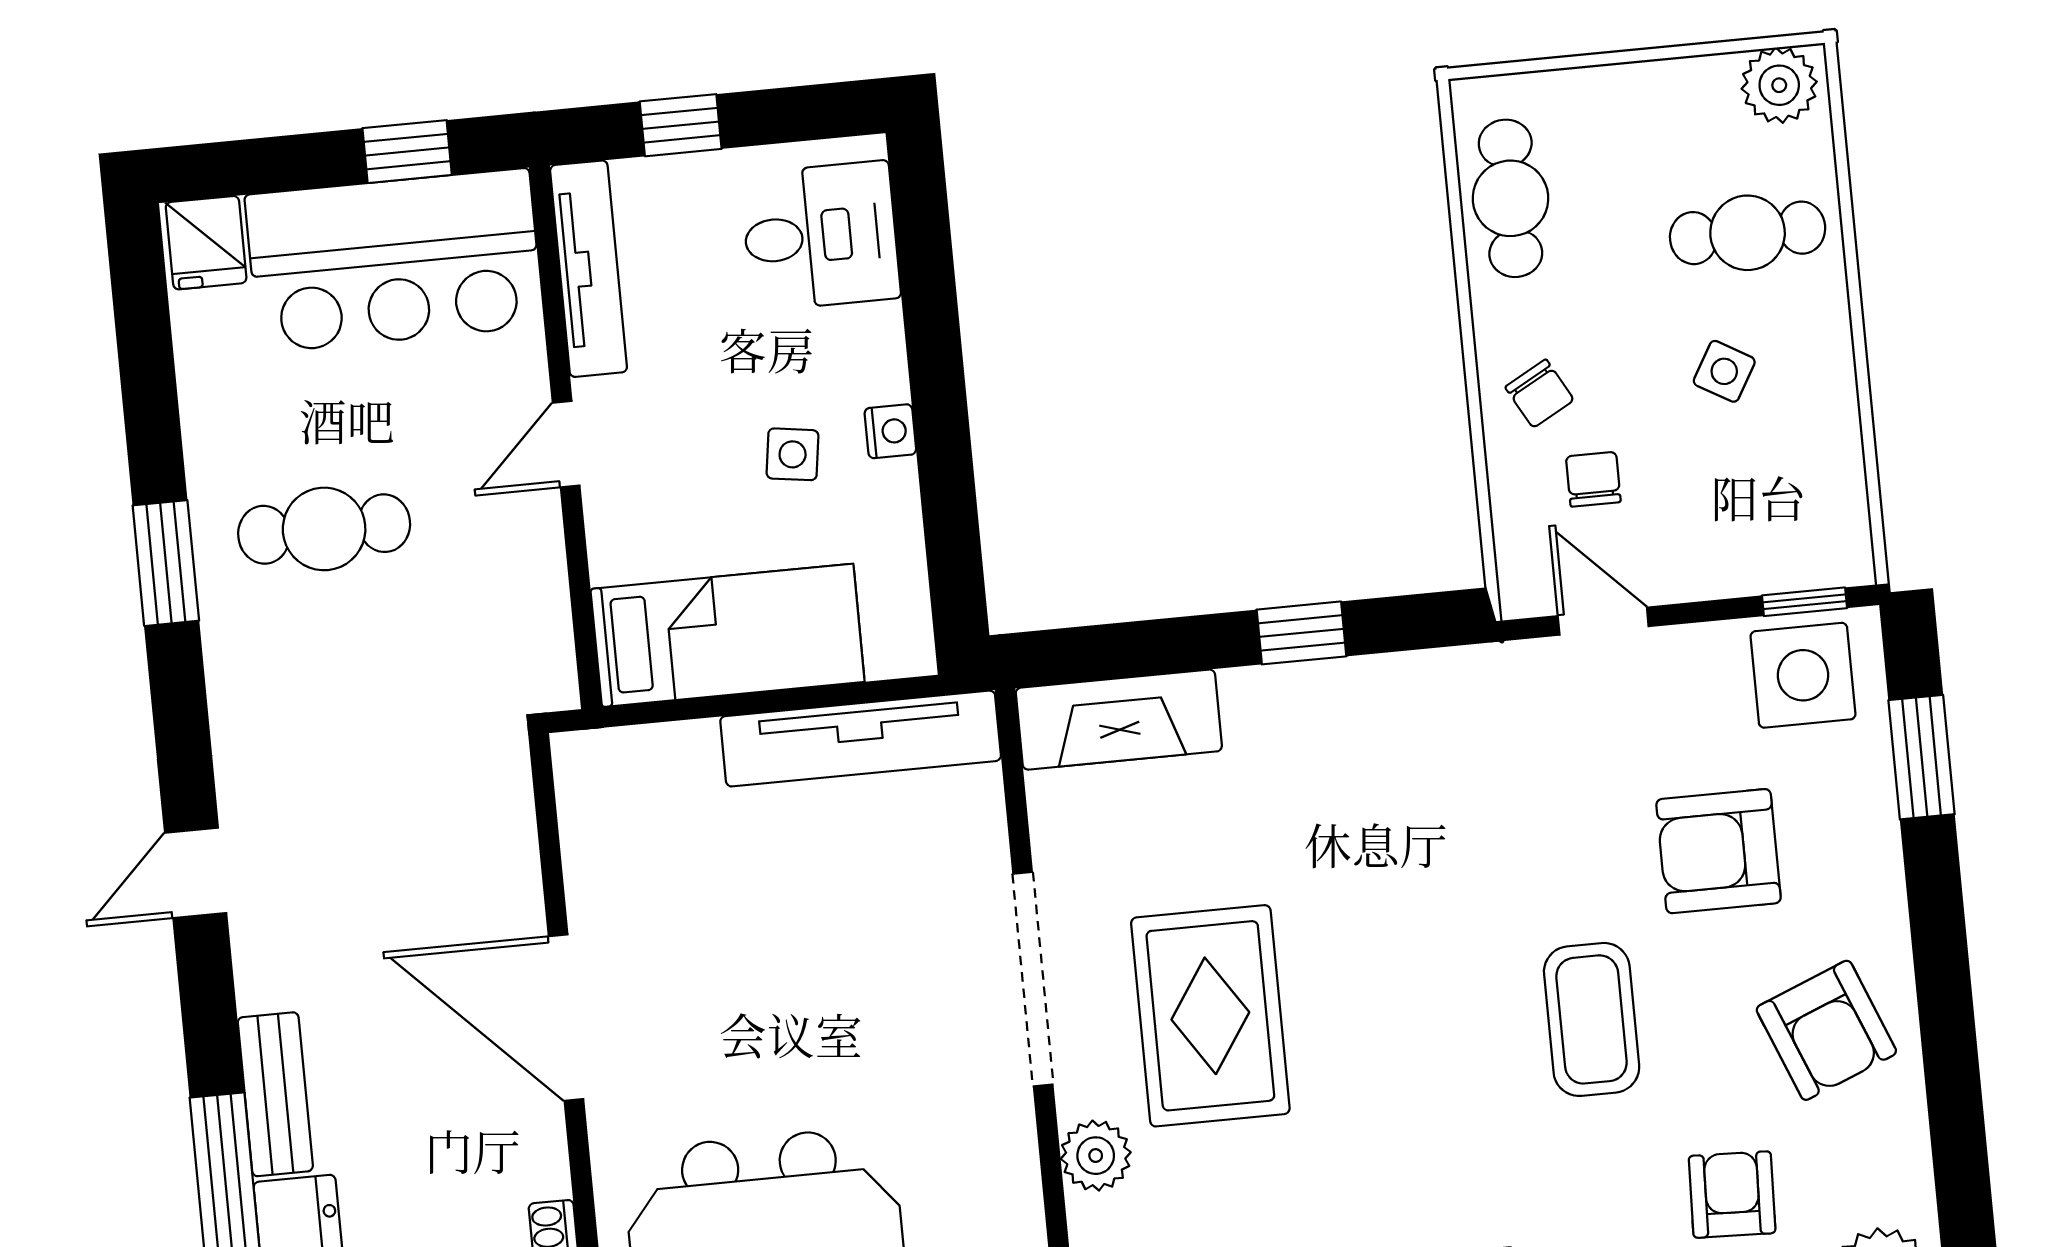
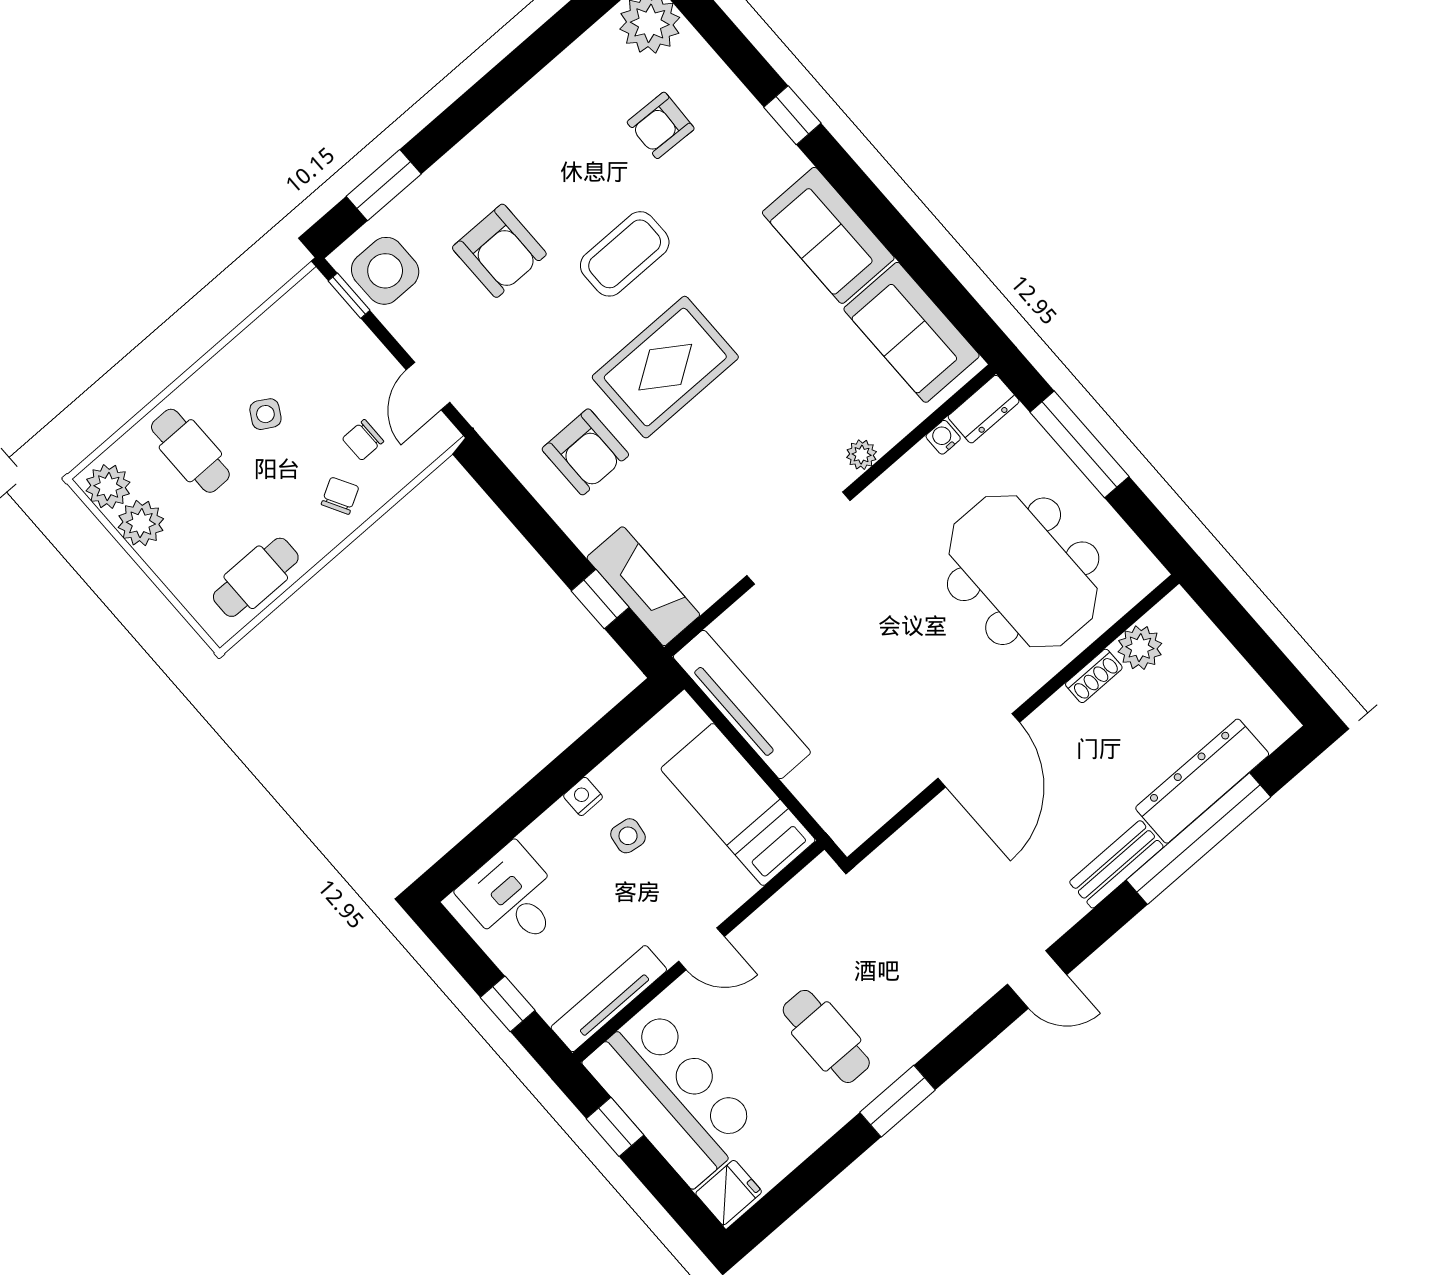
plant: (1697, 94) -> (141, 523), added
window: (1301, 633) -> (600, 599), moved
rug: (1210, 1016) -> (665, 367), moved
armchair: (1826, 1030) -> (585, 452), moved, turned 112
plant: (1096, 1156) -> (862, 455), width x0.73, depth x0.73

